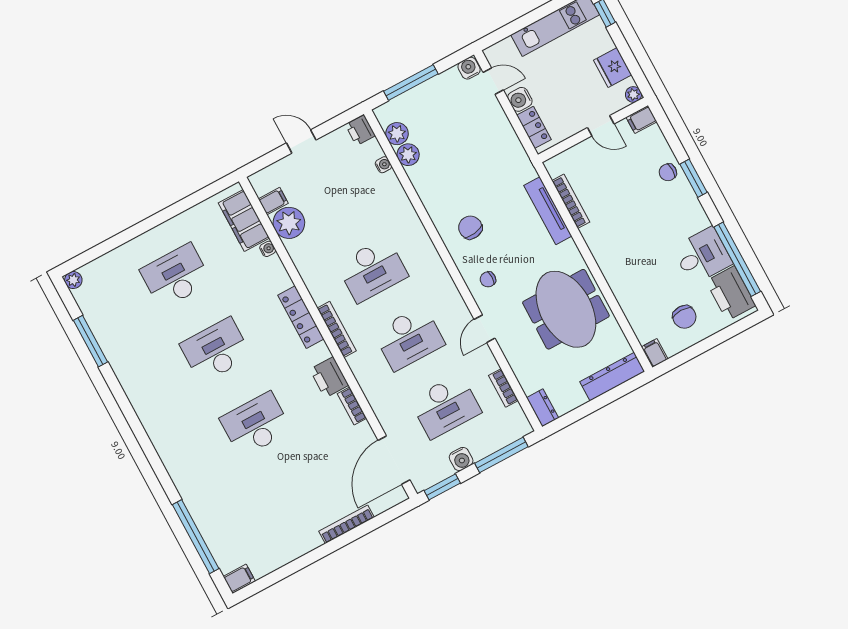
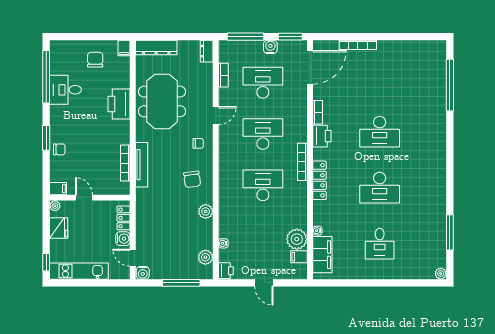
plant: (408, 155) -> (206, 211), moved
desk: (176, 276) -> (380, 244), width x0.73
printer: (731, 293) -> (119, 104), moved, turned 180
filing cabinet: (239, 579) -> (438, 47), removed

